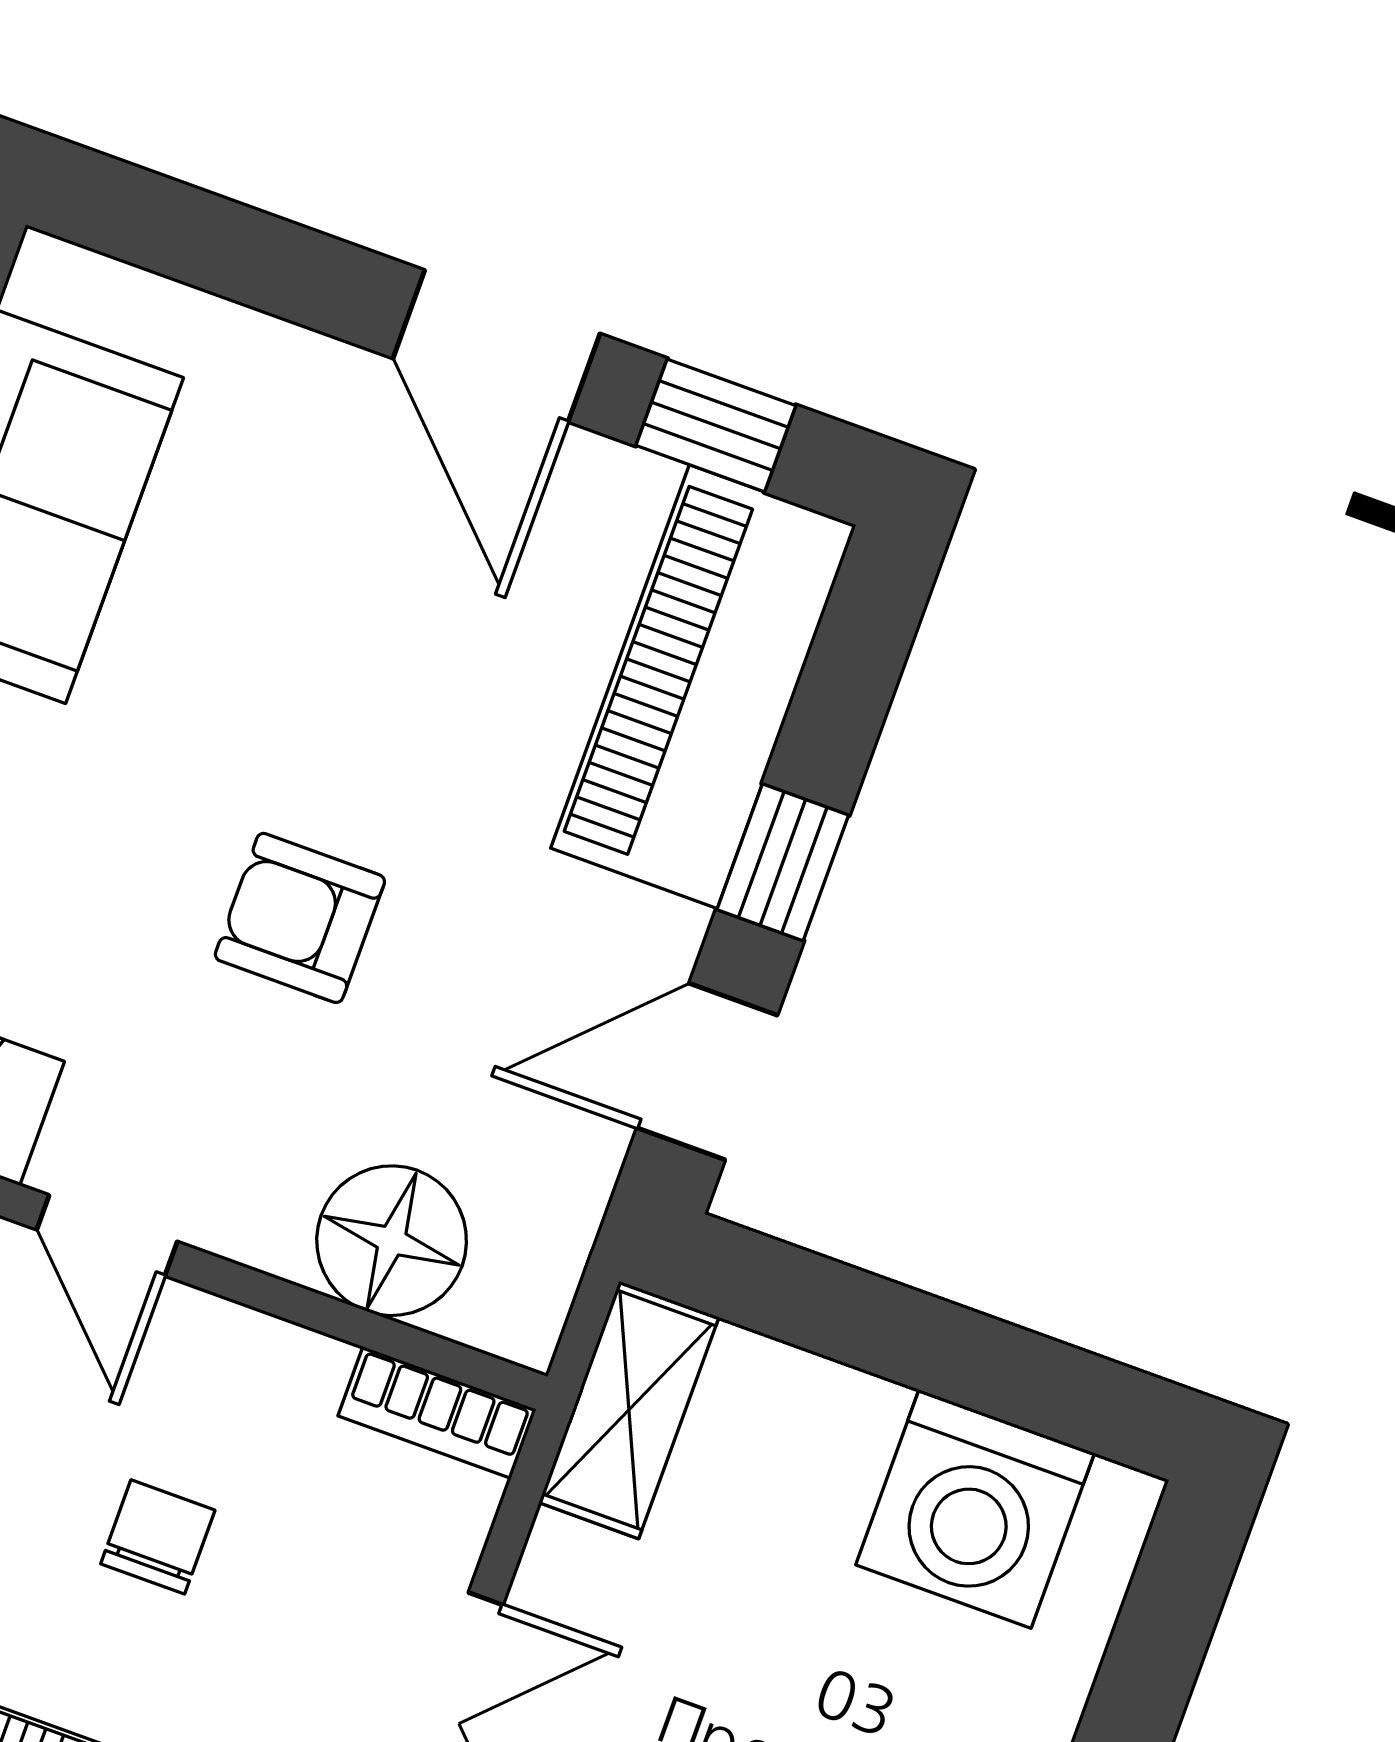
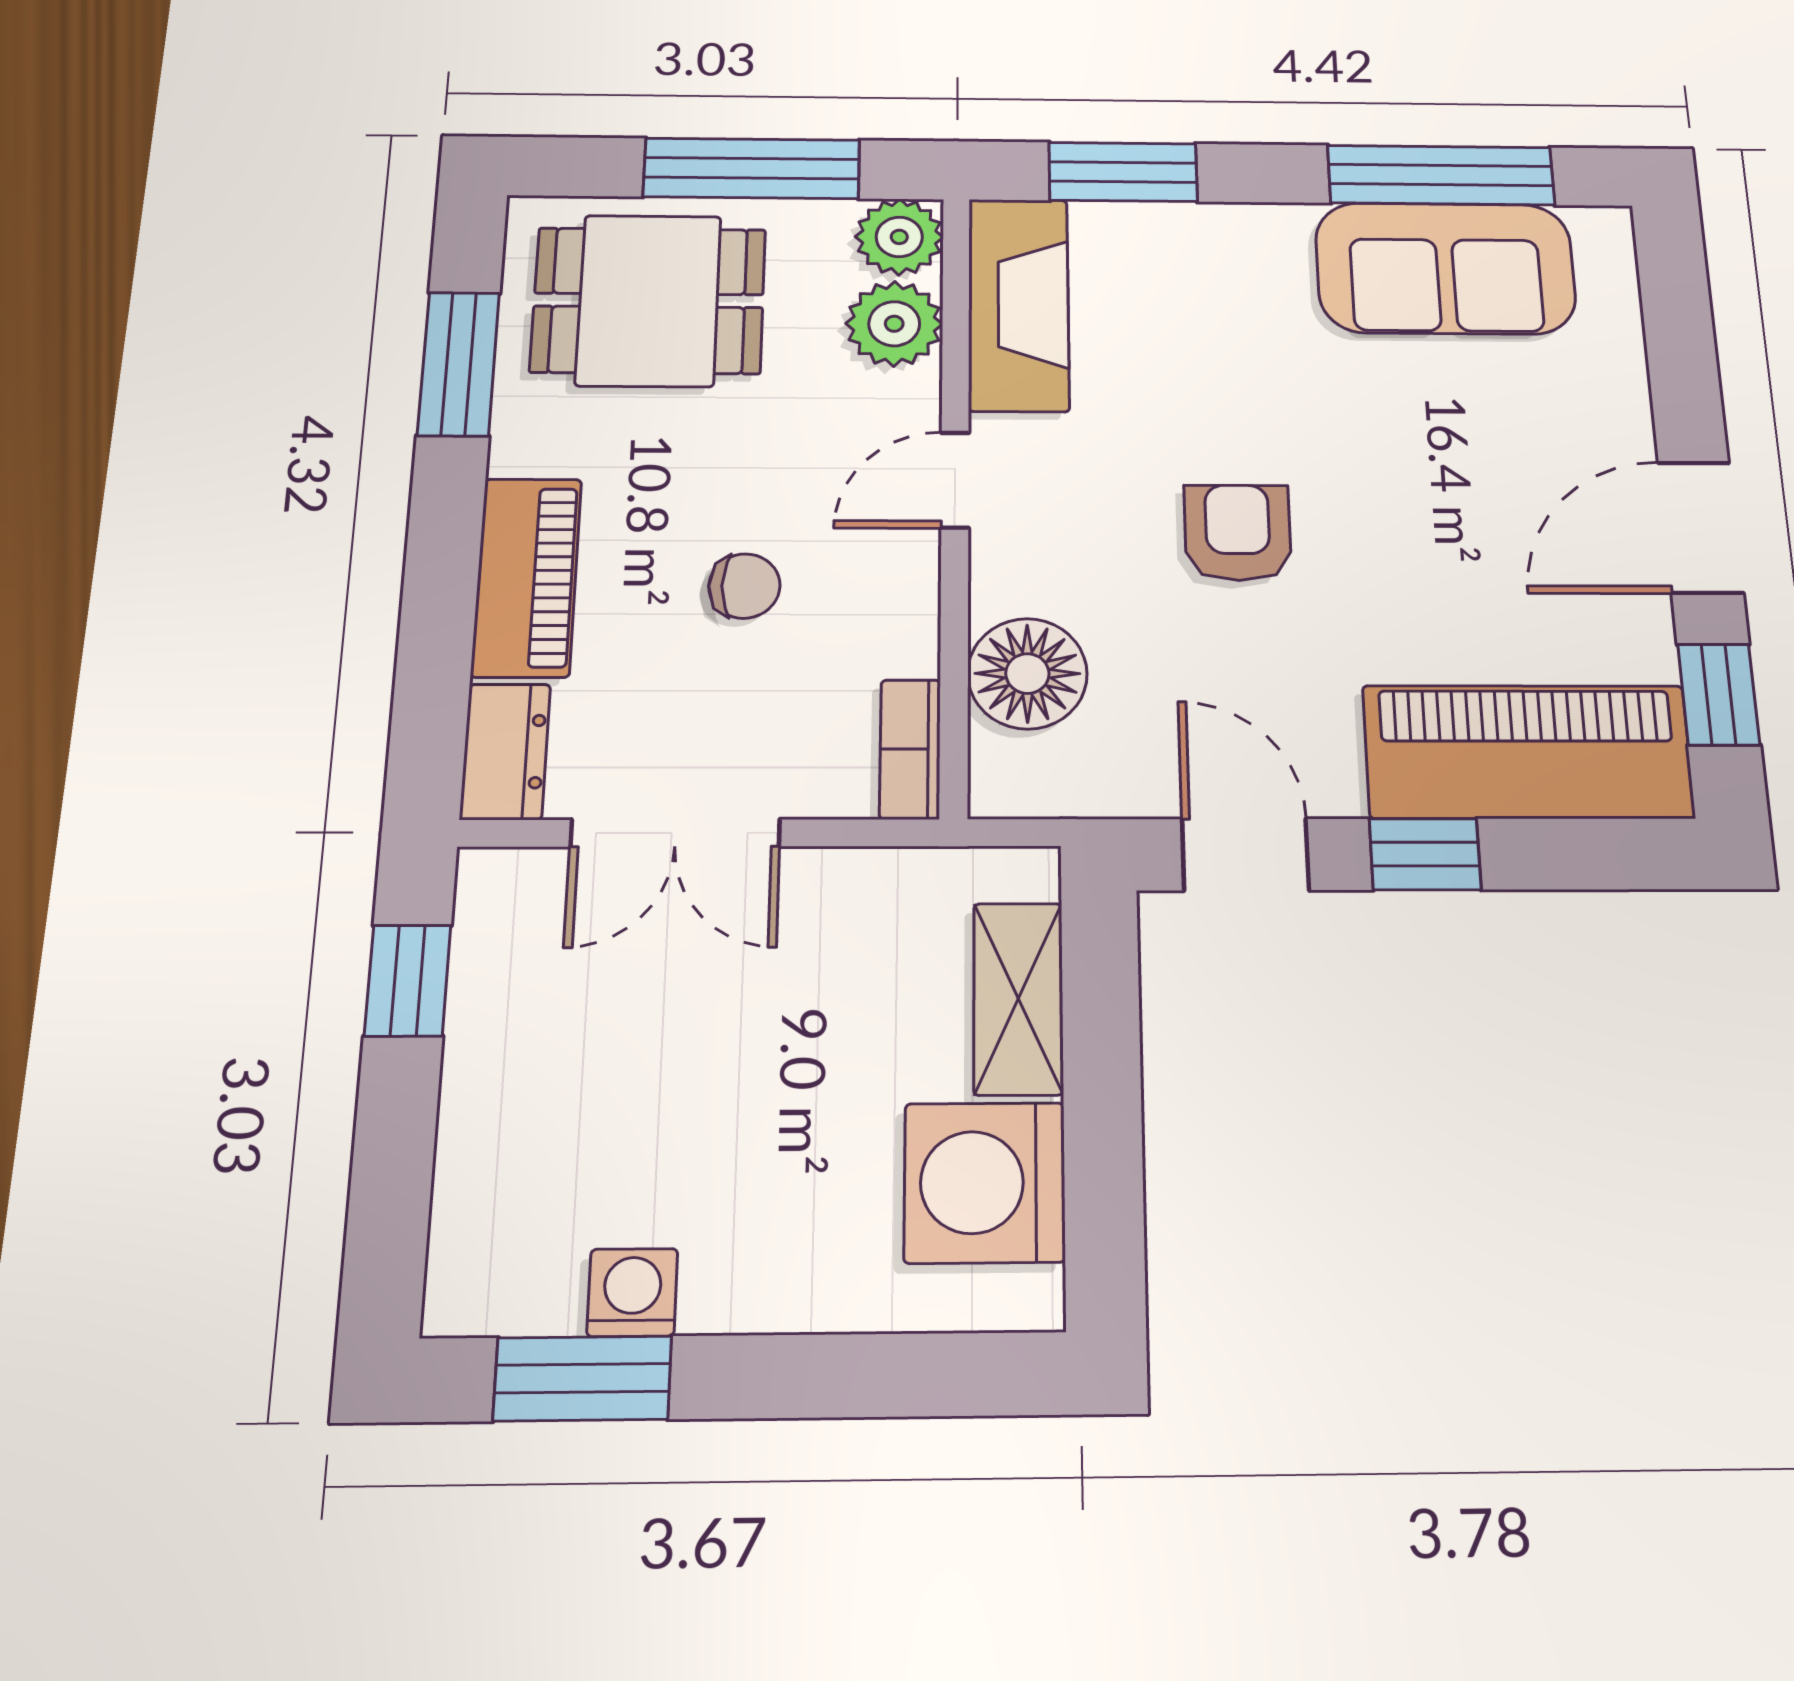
shelving: (629, 1410) -> (1018, 998), moved, turned 90

